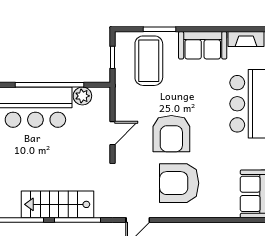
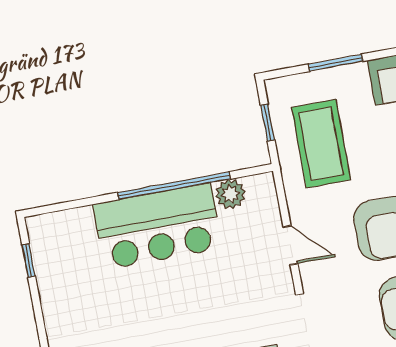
coffee table: (149, 61) -> (321, 144), moved
door: (112, 133) -> (290, 245), hinge flipped

